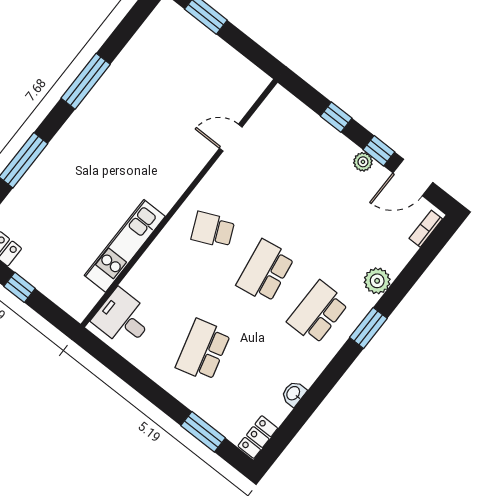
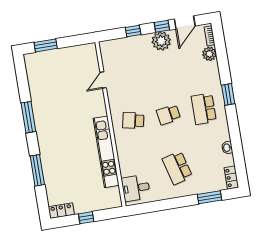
plant: (363, 162) -> (161, 41), width x1.88, depth x1.88
school desk: (213, 230) -> (133, 120), turned 36
kitchen unit: (125, 246) -> (106, 152), width x1.36
school desk: (265, 271) -> (168, 115), width x0.54
plant: (377, 281) -> (209, 54), moved

